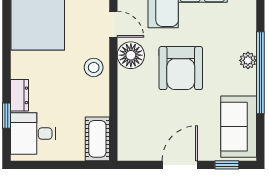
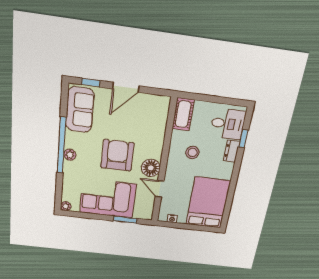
stool: (94, 67) -> (192, 152), moved

